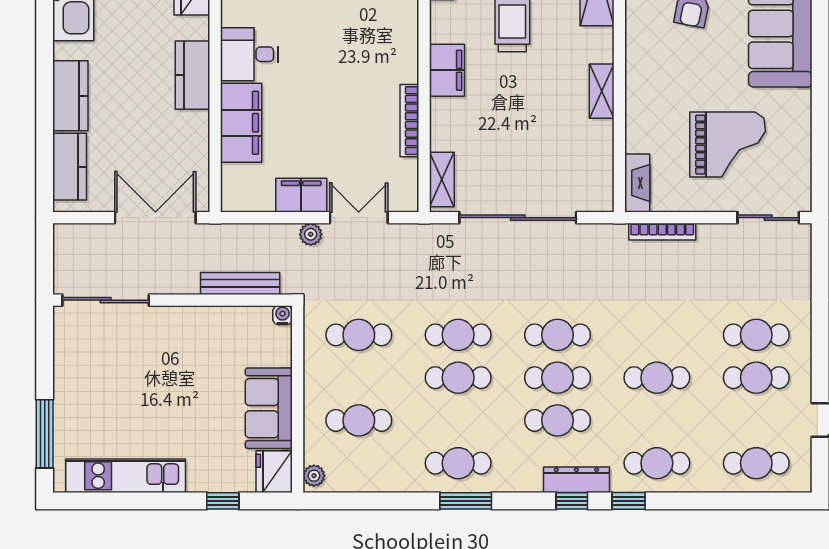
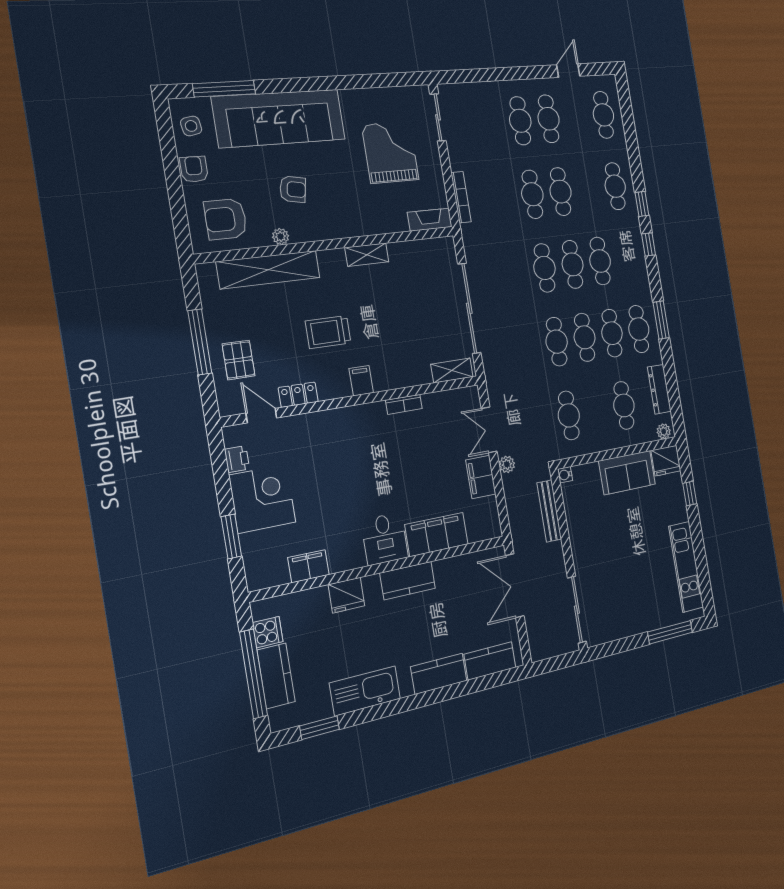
filing cabinet: (447, 70) -> (361, 381), width x0.50
bookcase: (409, 121) -> (404, 404), width x0.64
cafe table: (657, 335) -> (532, 194), added
cafe table: (458, 420) -> (612, 333), added
dresser: (576, 480) -> (659, 389), moved

